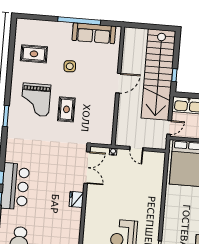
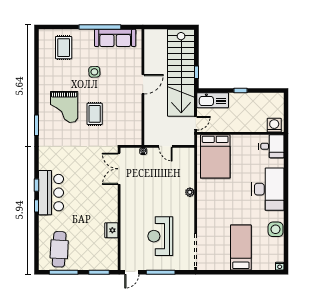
rug: (34, 54) -> (64, 48), moved, turned 90
double door: (87, 168) -> (119, 169), swing flipped
plant: (157, 198) -> (190, 192), added
fridge: (76, 199) -> (111, 230), moved

